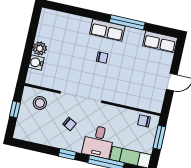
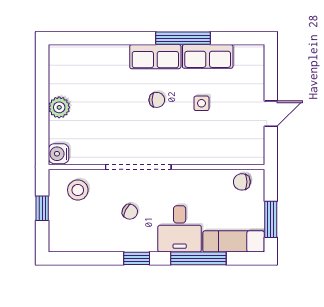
row of seats: (160, 42) -> (208, 56), moved
water cooler: (36, 63) -> (59, 154), moved
side table: (130, 66) -> (201, 103), added
window: (159, 138) -> (271, 219), moved

